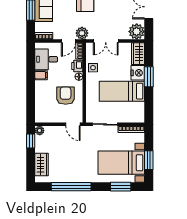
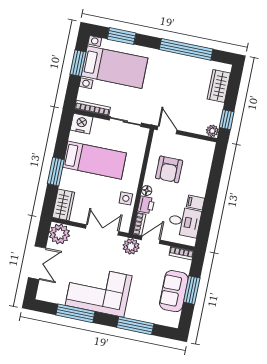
nightstand: (138, 73) -> (81, 124), moved, turned 90

